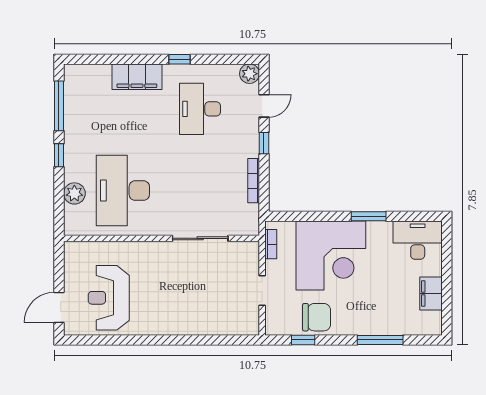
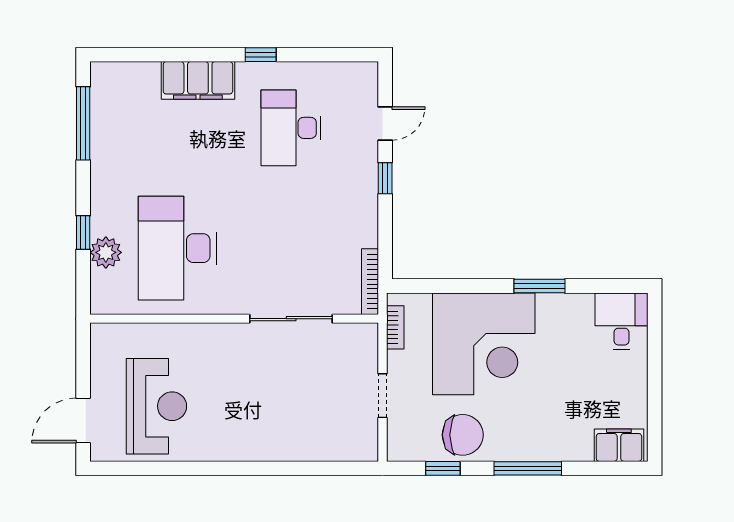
plant: (250, 74) -> (364, 76), removed
window: (59, 155) -> (83, 233), moved
bookcase: (254, 181) -> (370, 282), moved
desk: (418, 240) -> (621, 321), width x0.73
filing cabinet: (431, 293) -> (619, 445), moved, turned 90
reception desk: (109, 298) -> (156, 406), turned 180
window: (380, 340) -> (528, 468), moved

